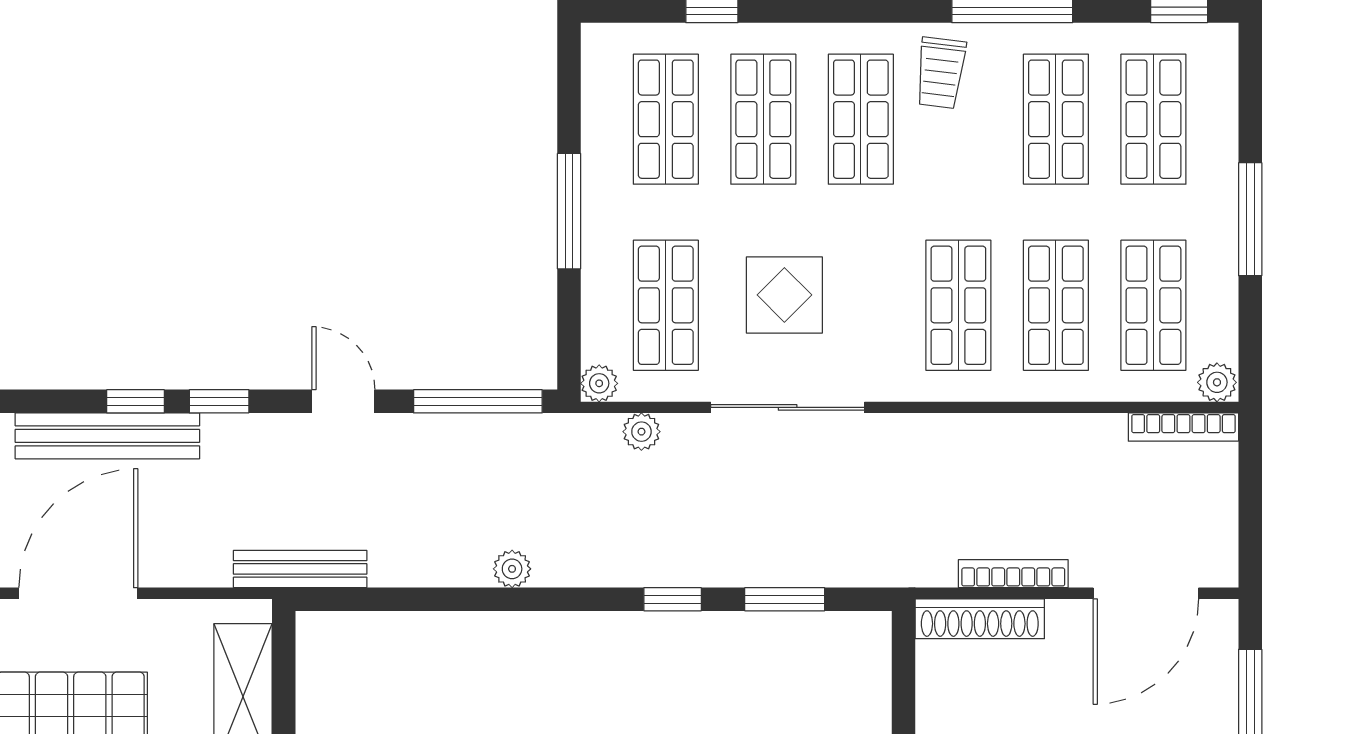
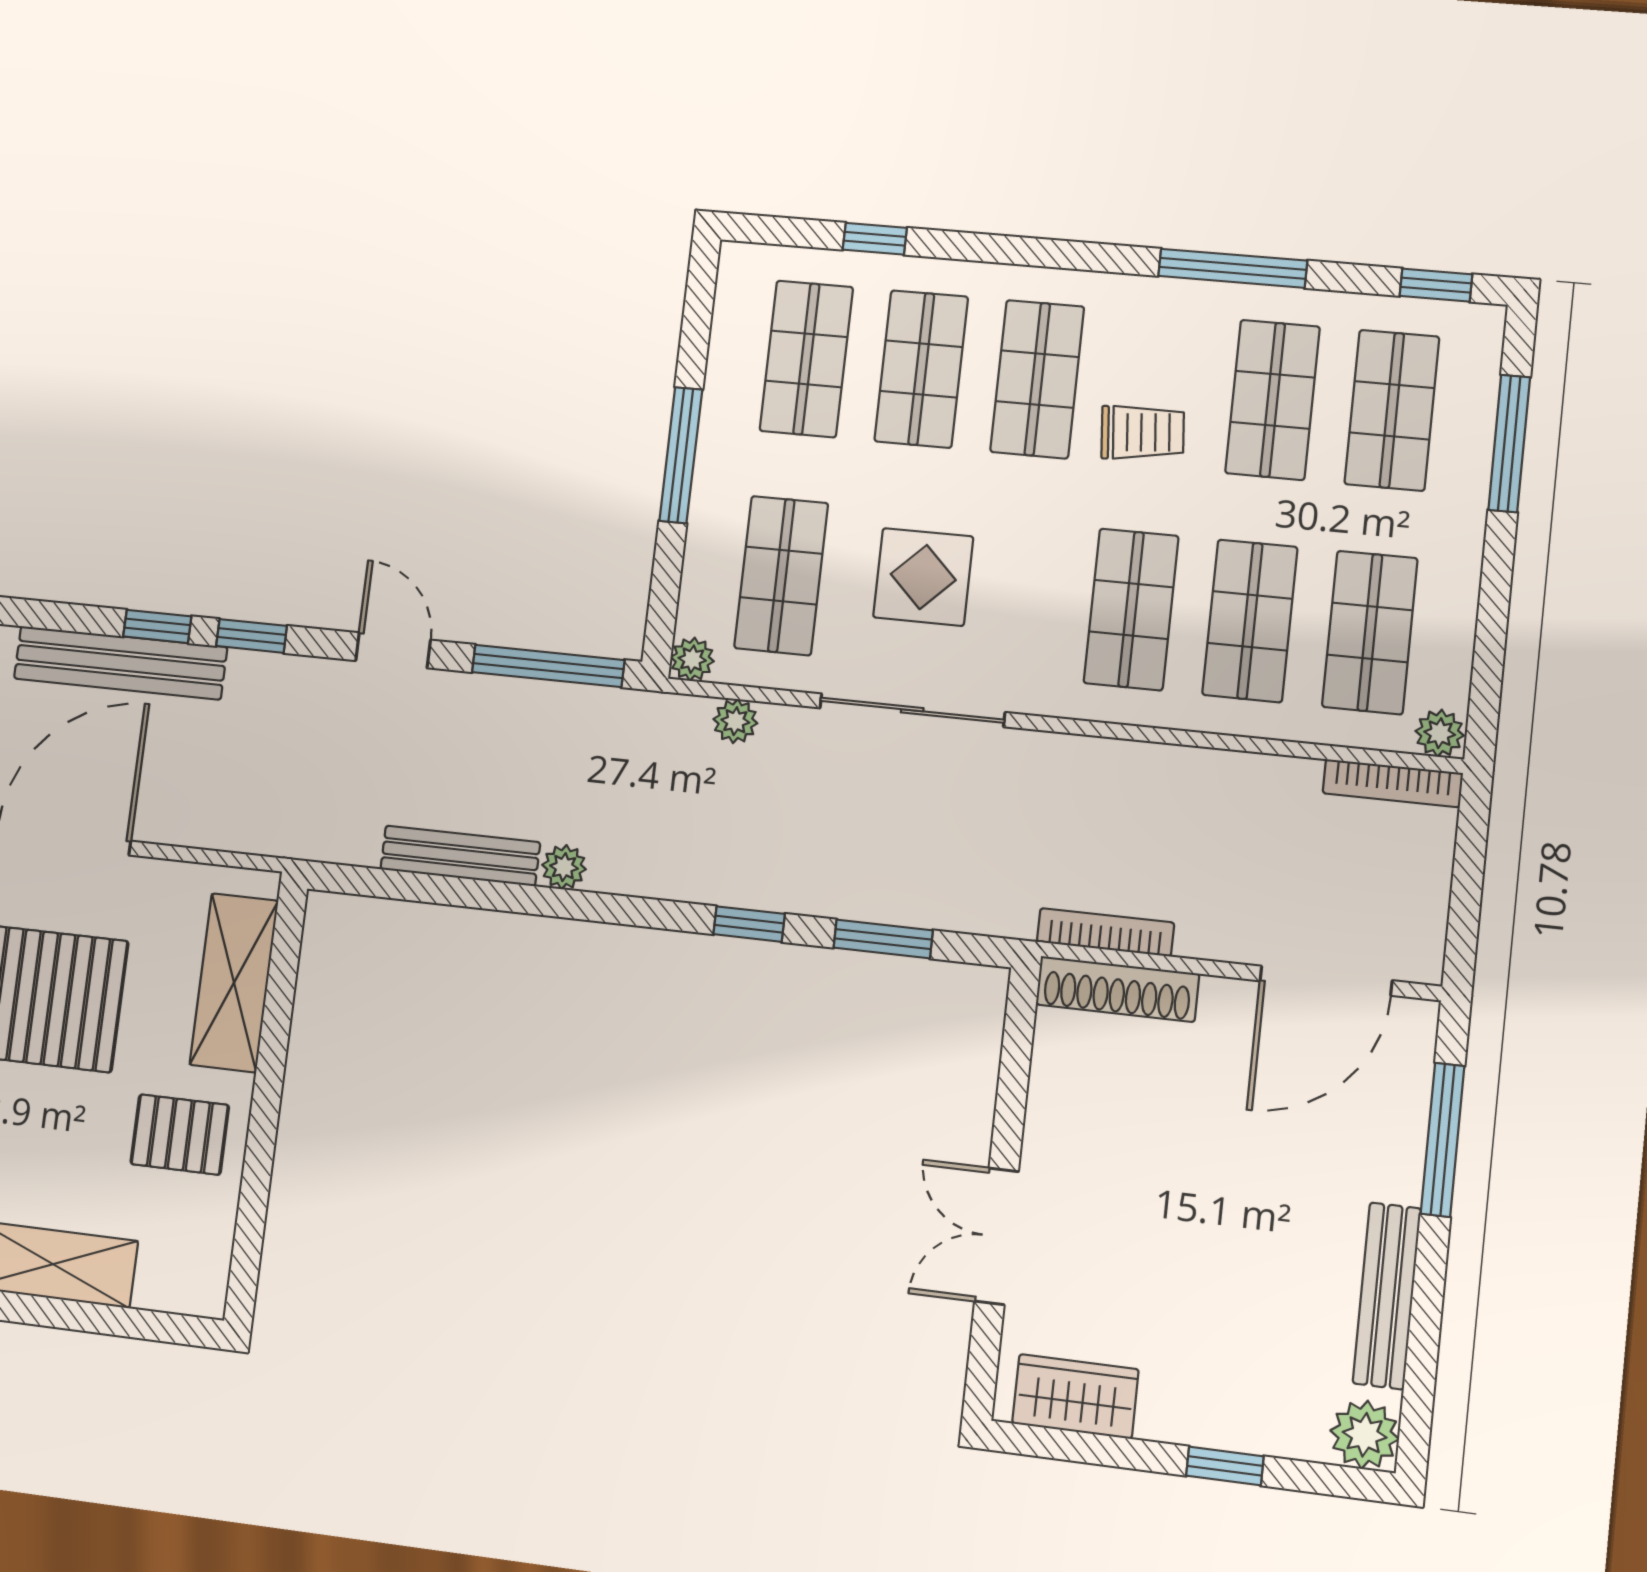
trolley: (941, 73) -> (1143, 432), moved, turned -102
window: (1250, 219) -> (1509, 444), moved
bench: (300, 569) -> (460, 856), moved
bookcase: (1013, 574) -> (1105, 932), moved

